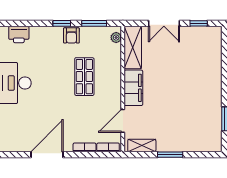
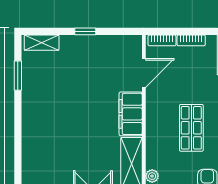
shelving: (142, 146) -> (42, 43), moved
window: (170, 155) -> (85, 31), width x0.67

